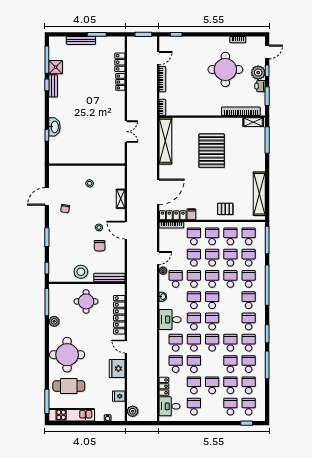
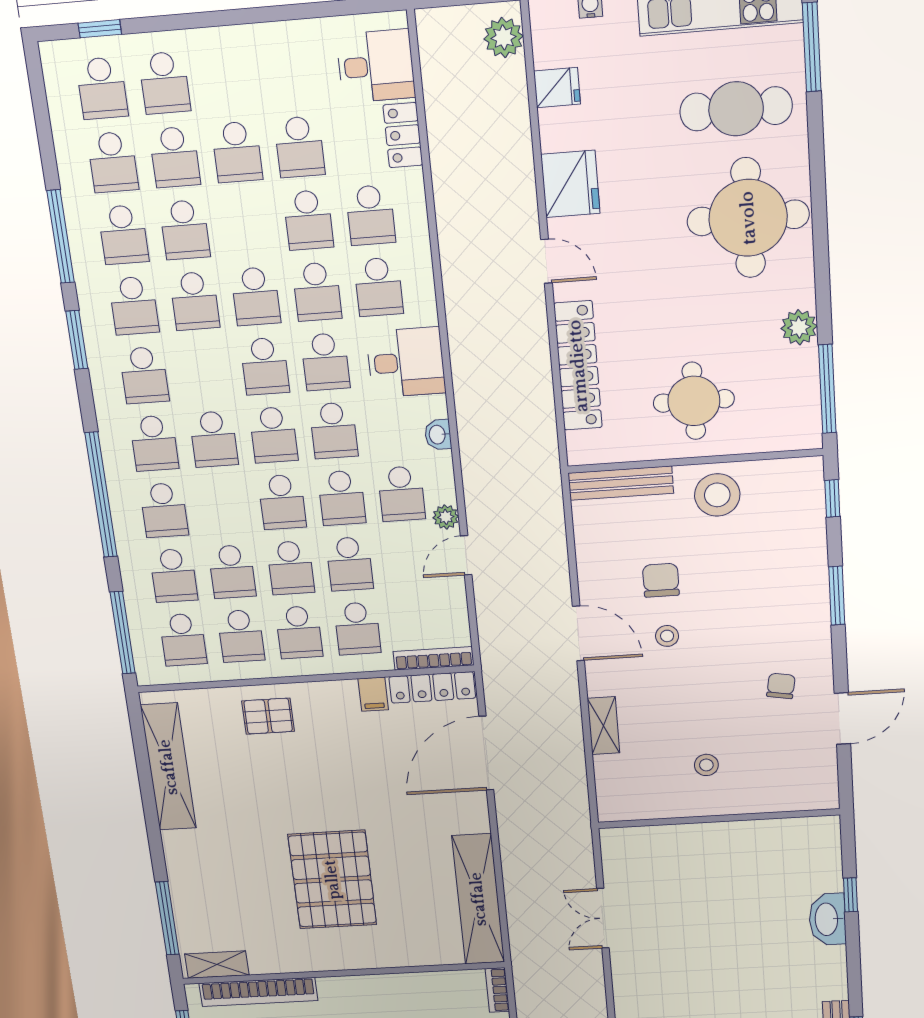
school desk: (230, 279) -> (214, 439), moved
school desk: (194, 407) -> (291, 72), removed

